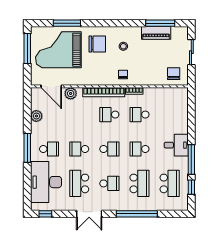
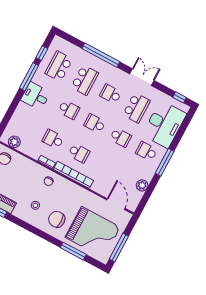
plant: (71, 93) -> (14, 142), moved
school desk: (139, 115) -> (53, 139), turned 180
school desk: (139, 183) -> (85, 80), turned 180

